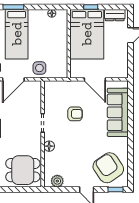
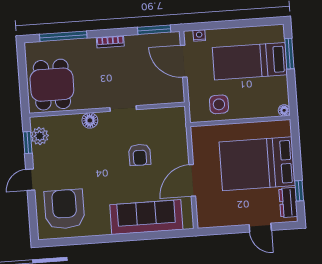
window: (91, 7) -> (299, 191), moved
wall: (69, 44) -> (240, 121), moved
side table: (39, 68) -> (219, 104), moved
armchair: (108, 168) -> (64, 209), turned -56
window: (115, 190) -> (28, 142), moved

